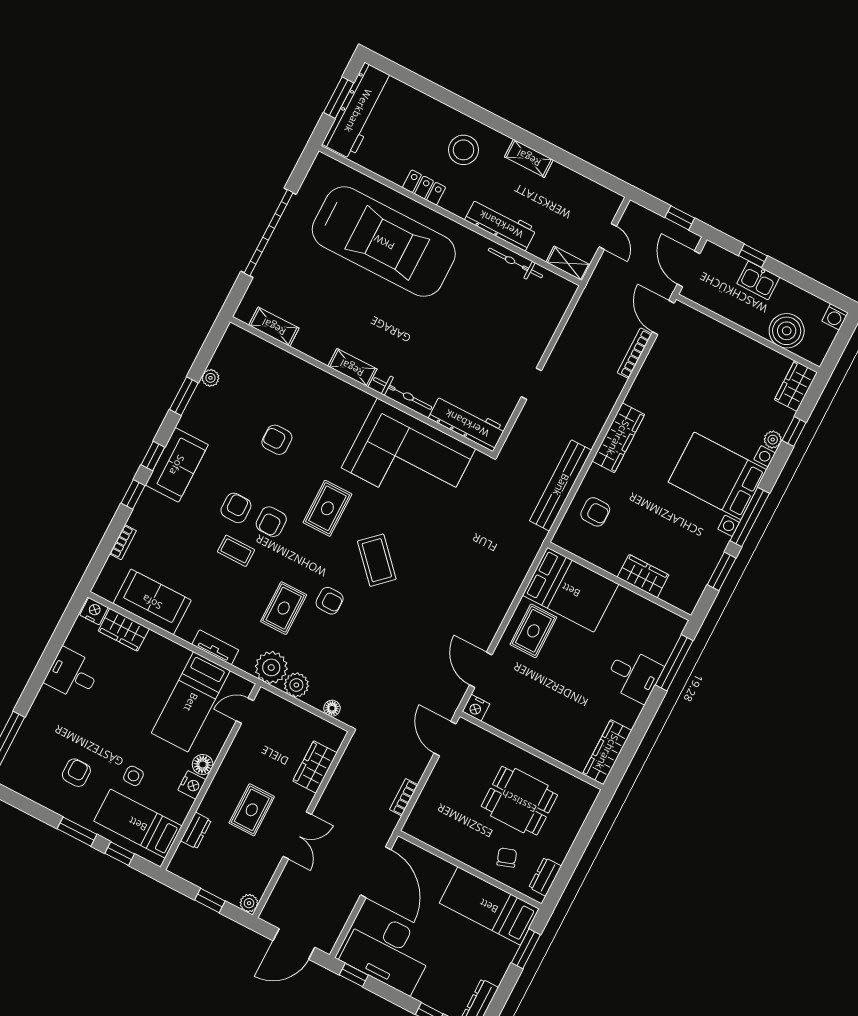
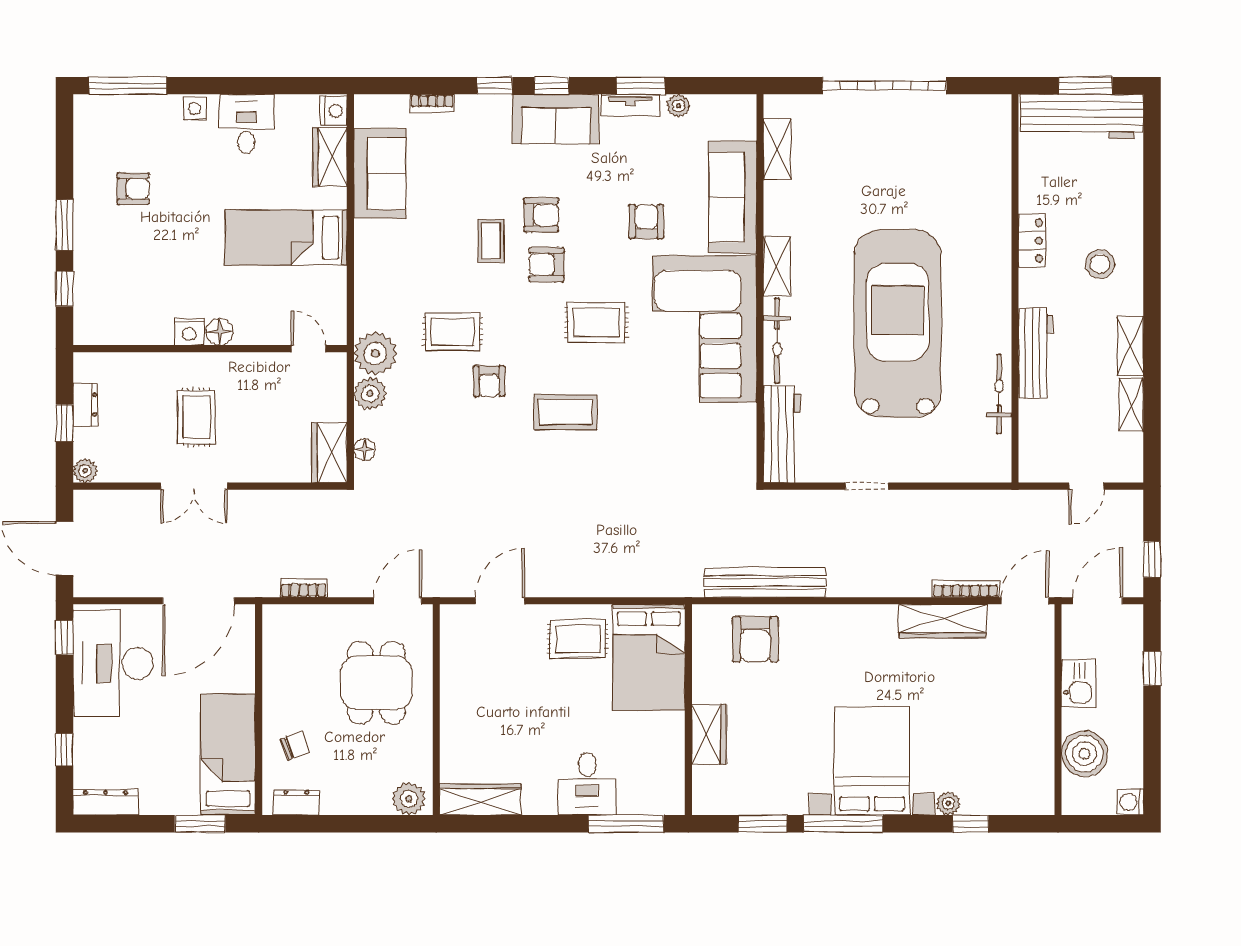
stool: (463, 150) -> (1100, 264), width x0.73, depth x0.73
car: (384, 242) -> (898, 323), moved, turned 180
shelving: (568, 263) -> (1131, 405), moved
kitchen sink: (758, 280) -> (1078, 683), moved, turned 180
sofa: (291, 373) -> (733, 197), added
wardrobe: (796, 386) -> (1025, 798), removed
wardrobe: (618, 438) -> (942, 621), moved
corner sofa: (408, 458) -> (704, 329), moved
armchair: (595, 512) -> (755, 639), width x1.38, depth x1.38
coffee table: (377, 560) -> (566, 412), turned 43
tv unit: (215, 647) -> (630, 105), moved, turned 90
bed: (191, 702) -> (286, 238), moved
nightstand: (476, 708) -> (453, 618), removed
wardrobe: (315, 767) -> (329, 452), moved, turned -90
side table: (133, 776) -> (195, 108), moved
plant: (582, 800) -> (409, 799), added
dining table: (519, 801) -> (376, 683), moved
rug: (252, 810) -> (196, 417), turned 90
bed: (138, 824) -> (111, 292), removed
dresser: (196, 831) -> (85, 405), moved, turned -90

